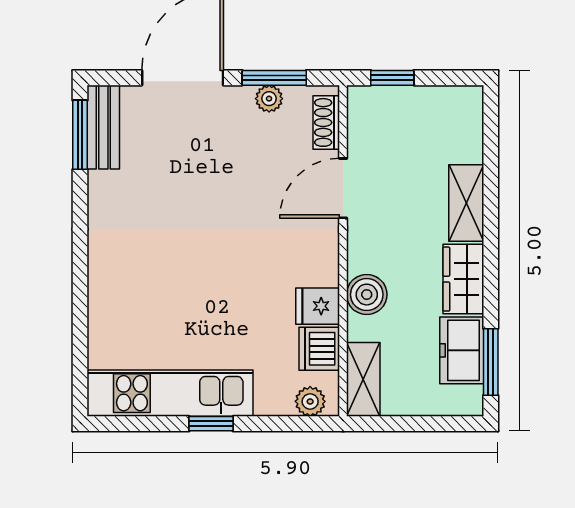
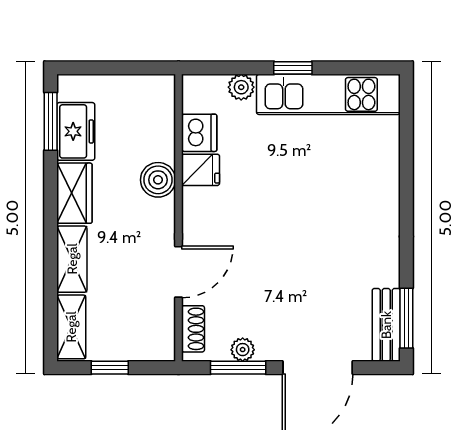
window: (392, 78) -> (110, 368), moved
shelving: (363, 379) -> (71, 327), moved
plant: (310, 401) -> (241, 87), moved

